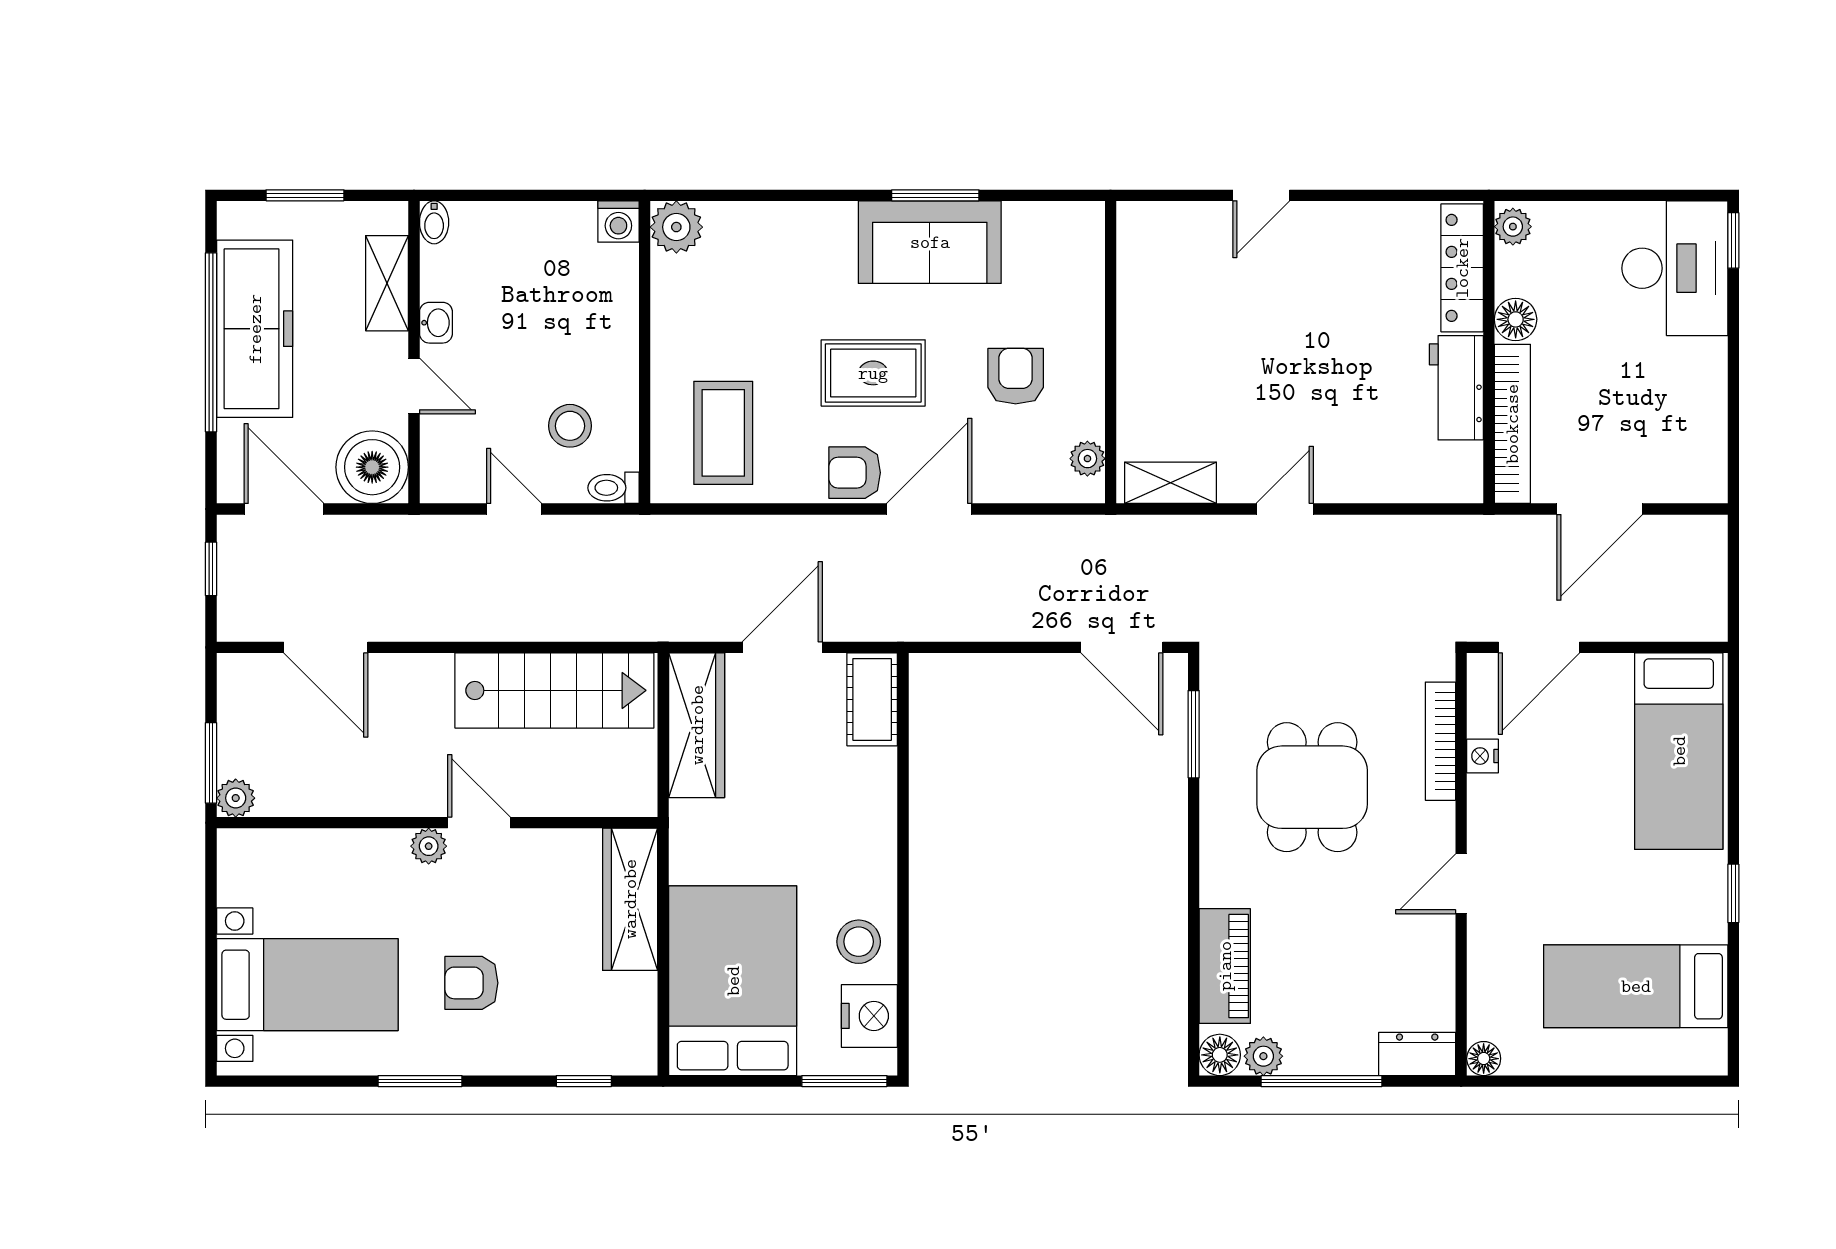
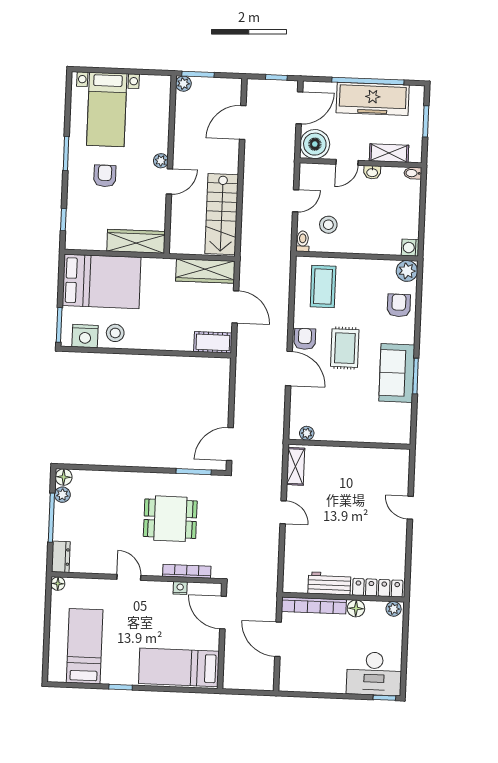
armchair: (1016, 376) -> (399, 305), moved, turned -90
coffee table: (723, 433) -> (323, 287), turned 90
piano: (1225, 966) -> (99, 480), removed

